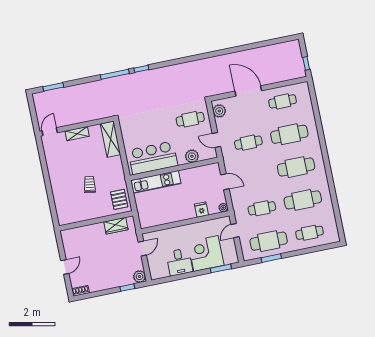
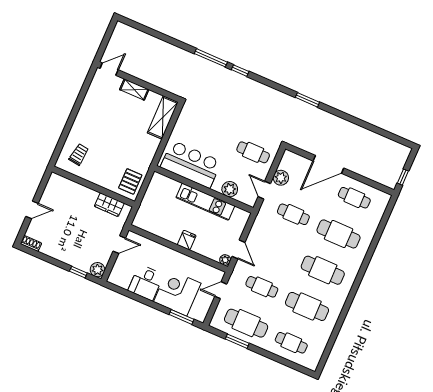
window: (53, 87) -> (307, 100), moved
door: (248, 91) -> (328, 164), swing flipped
plant: (219, 111) -> (281, 178), moved
kitchen unit: (156, 182) -> (205, 202), moved
door: (225, 182) -> (238, 249), moved
trolley: (90, 185) -> (79, 155), moved
fridge: (201, 210) -> (187, 240), moved

